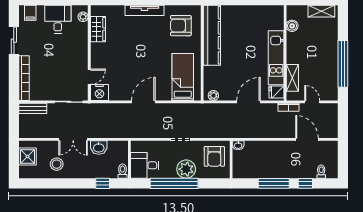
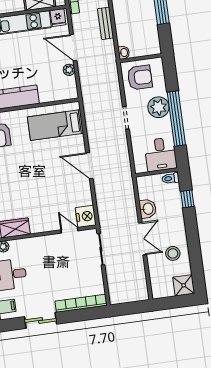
plant: (213, 95) -> (69, 70), moved
bench: (33, 108) -> (106, 23), moved
shower: (28, 156) -> (184, 285), moved

